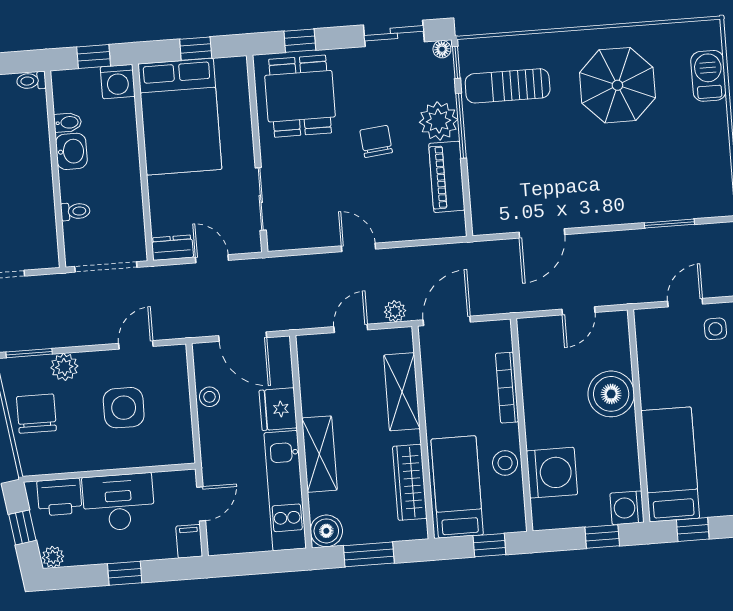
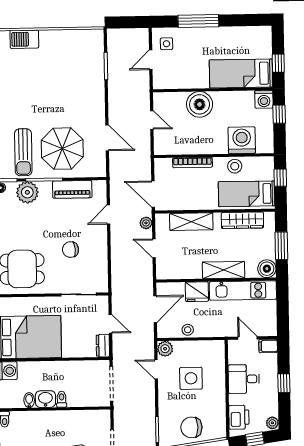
parasol: (617, 85) -> (62, 149), moved
plant: (439, 121) -> (27, 192), moved
chair: (376, 141) -> (70, 250), moved
toilet: (75, 211) -> (62, 399), moved
door: (358, 247) -> (108, 215), moved
door: (212, 259) -> (110, 324), swing flipped
door: (685, 303) -> (151, 60), hinge flipped
plant: (64, 367) -> (165, 349), moved
desk: (119, 502) -> (244, 379), width x0.73

